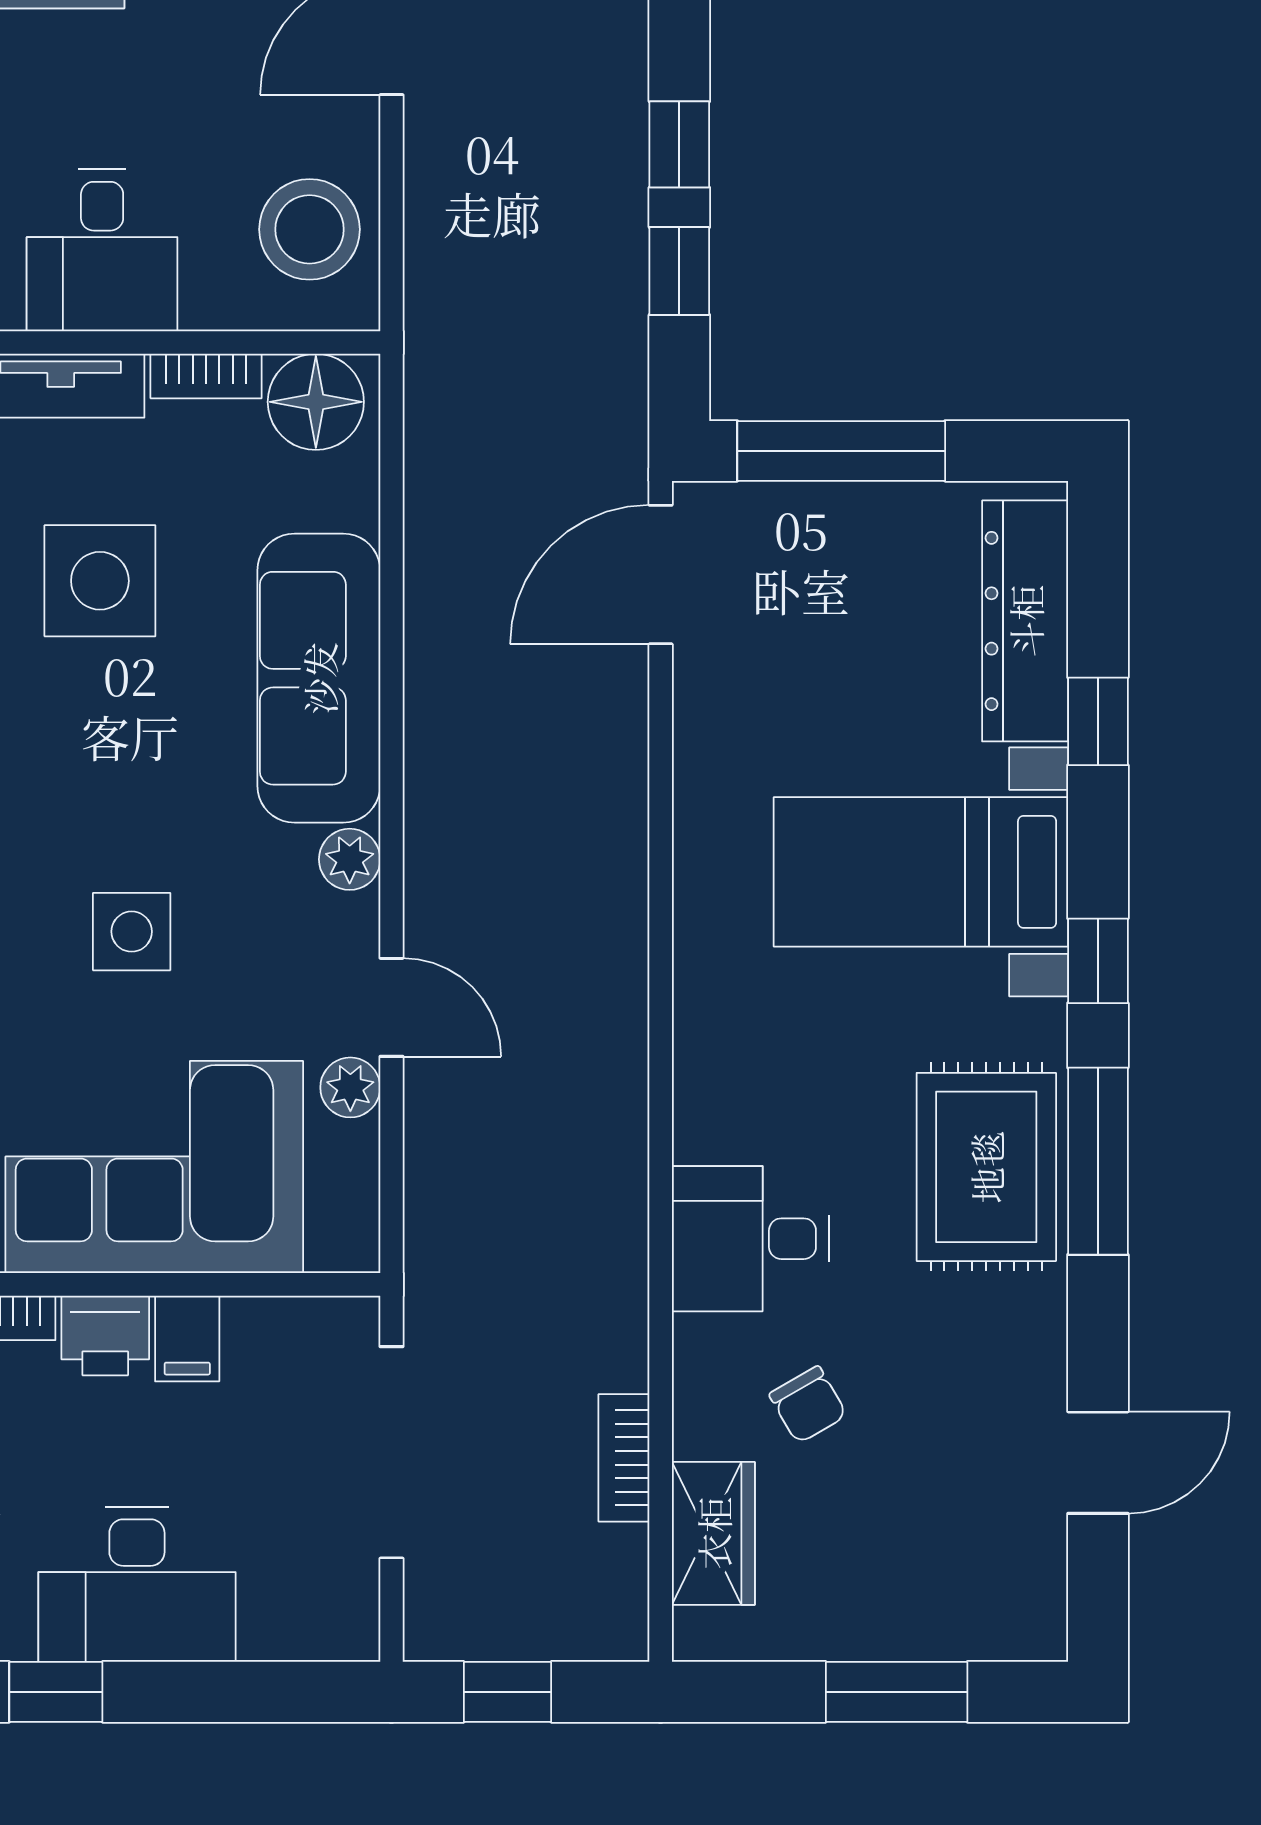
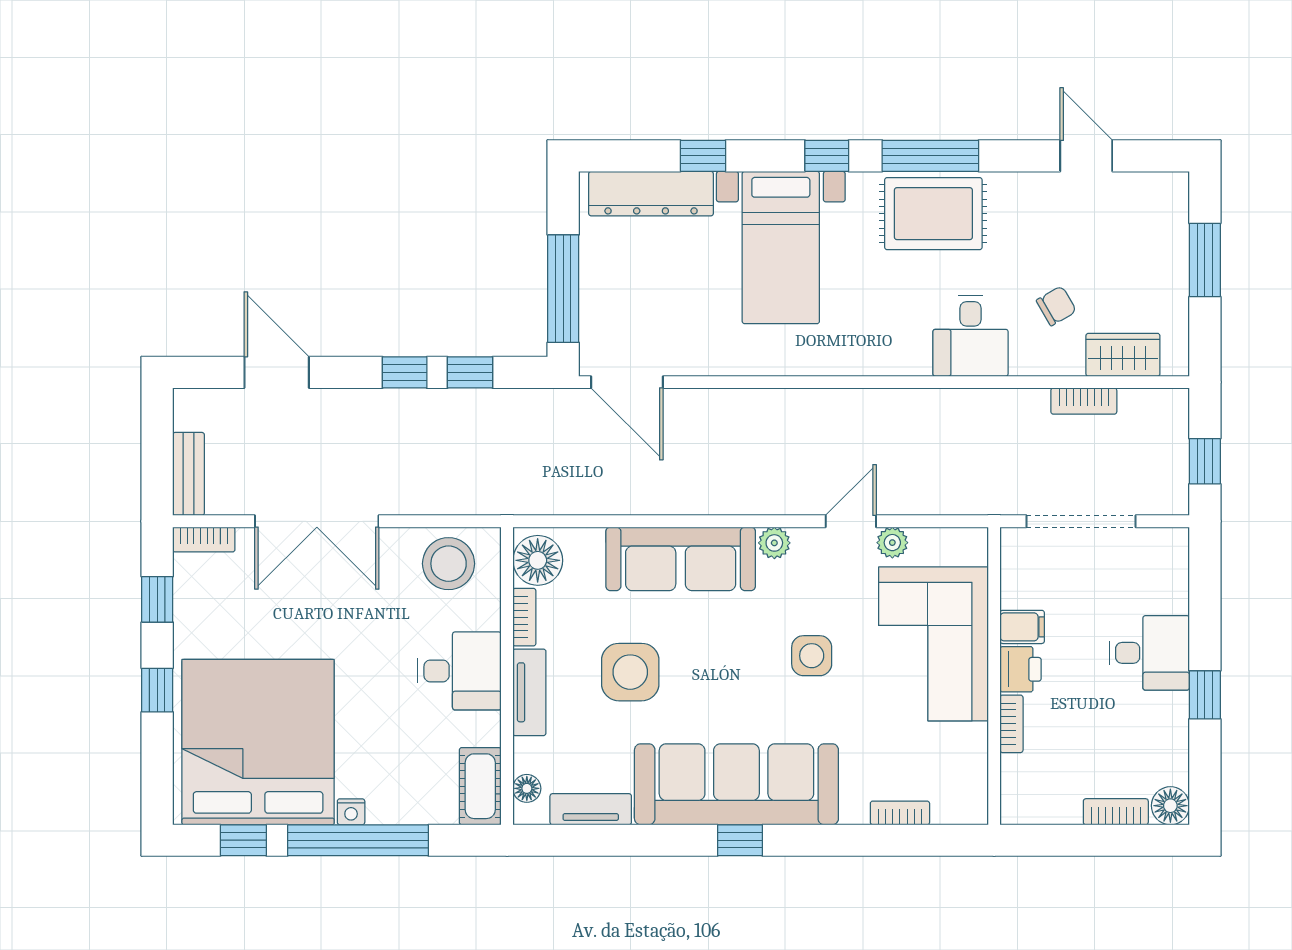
desk: (137, 1584) -> (1149, 653), width x0.73

